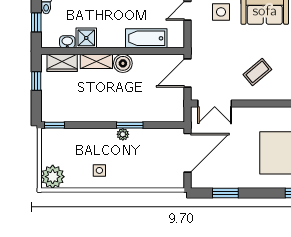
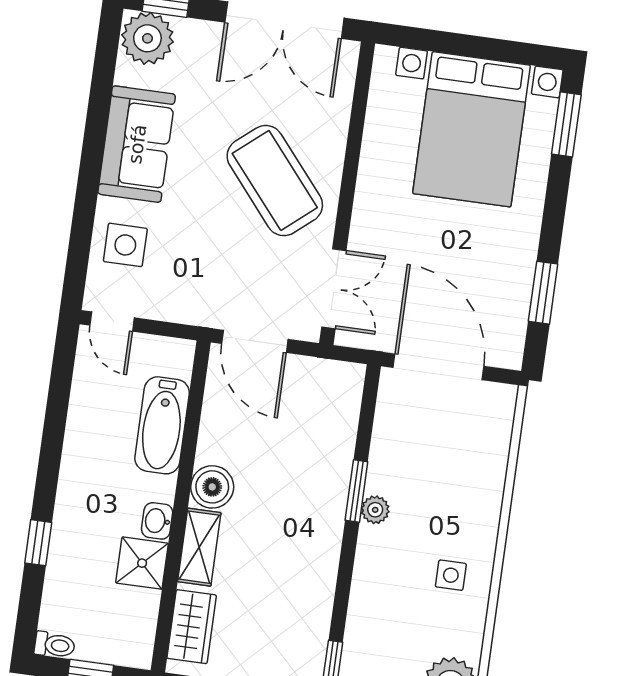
washbasin: (67, 42) -> (157, 521), moved
coffee table: (257, 72) -> (275, 181), width x1.86, depth x1.72

